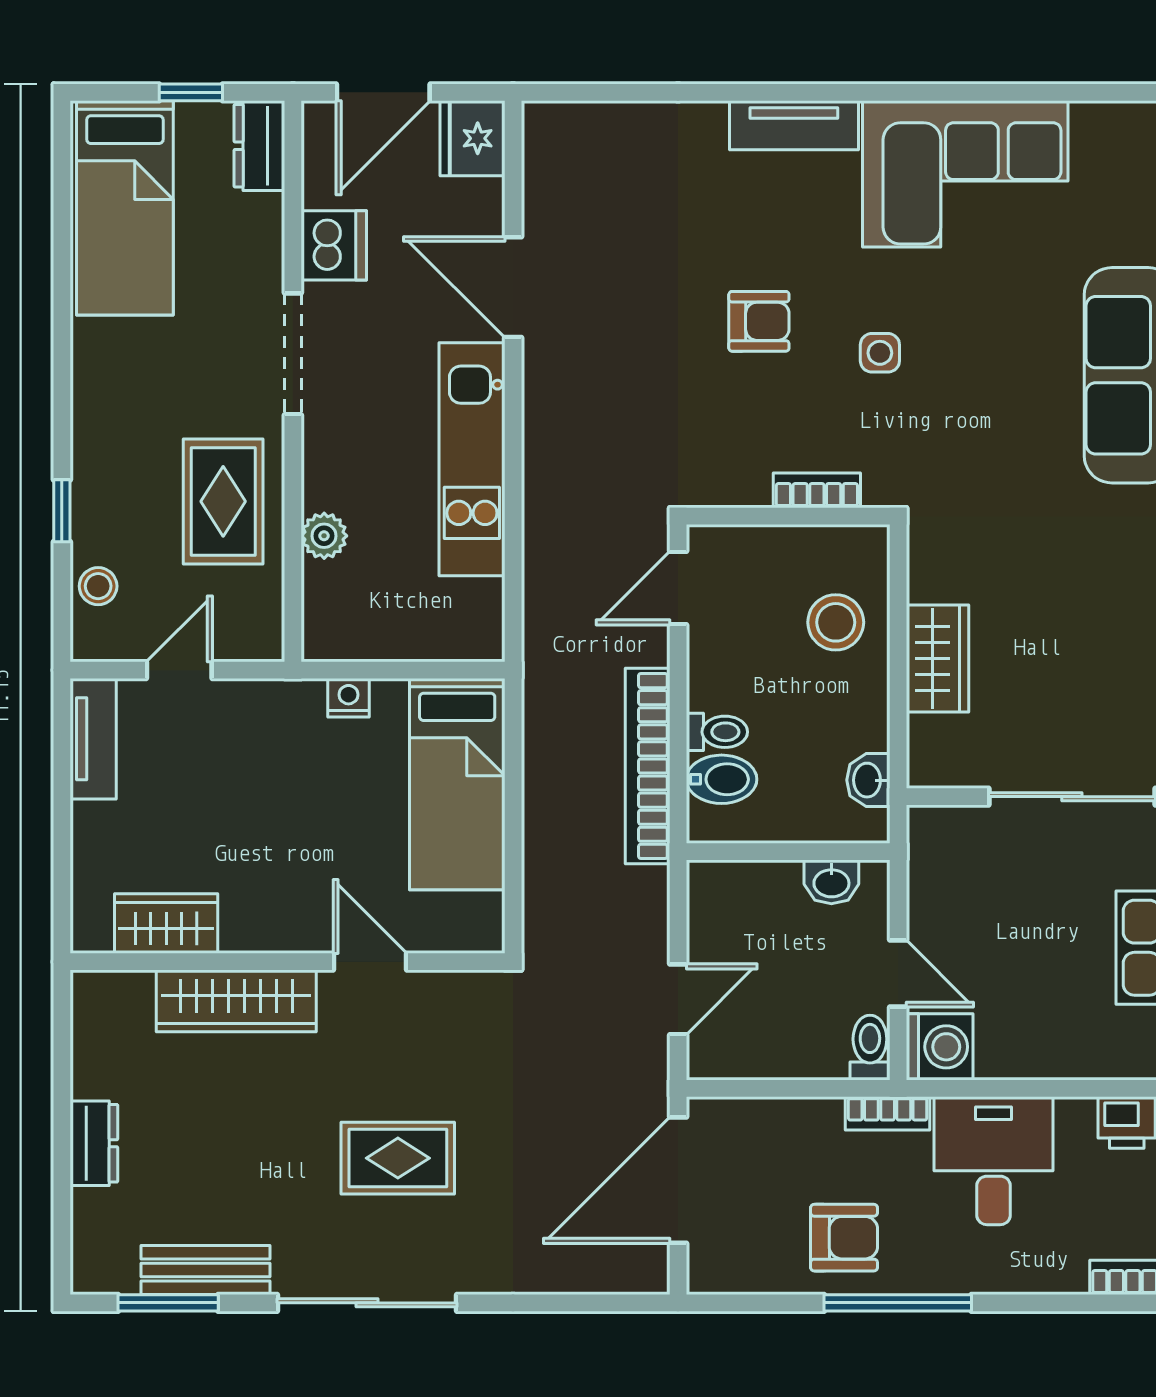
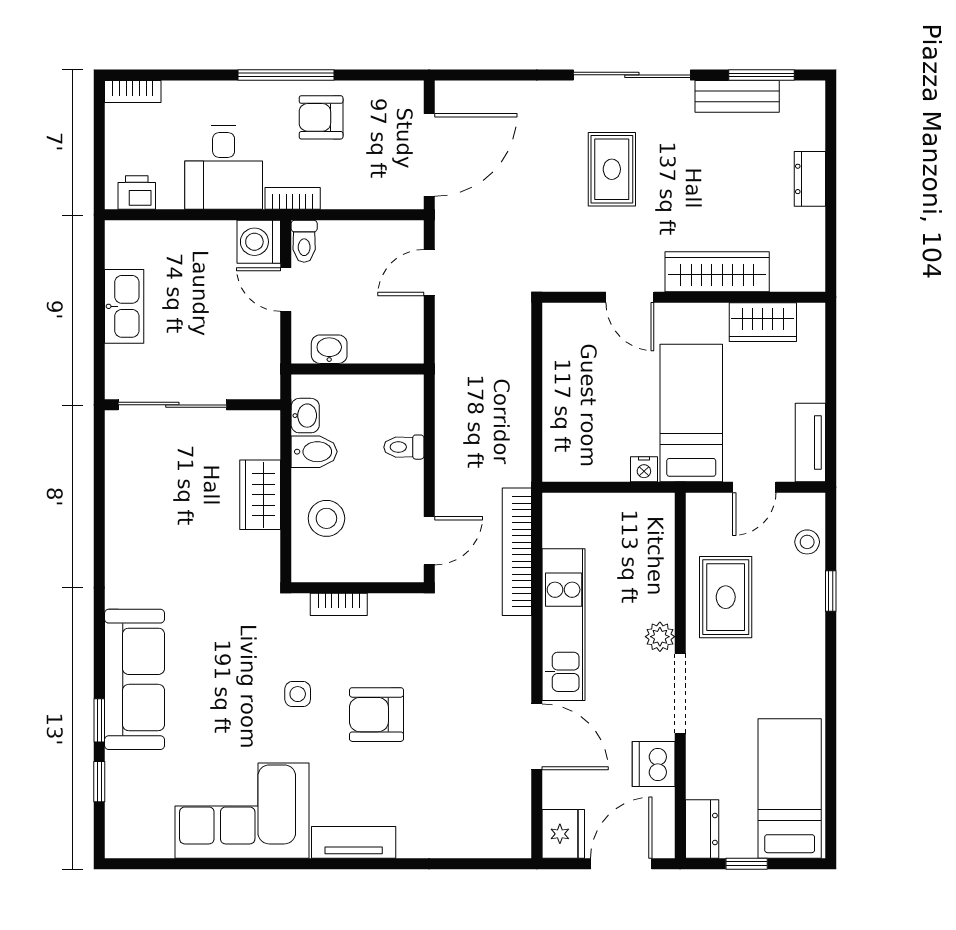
armchair: (759, 321) -> (376, 715), width x1.38, depth x1.38
plant: (324, 536) -> (660, 637), moved
bookcase: (648, 766) -> (517, 552), moved, turned 180
bidet: (722, 779) -> (314, 452), moved, turned 180
bed: (457, 784) -> (691, 413), moved
rug: (398, 1158) -> (612, 169), turned 90

